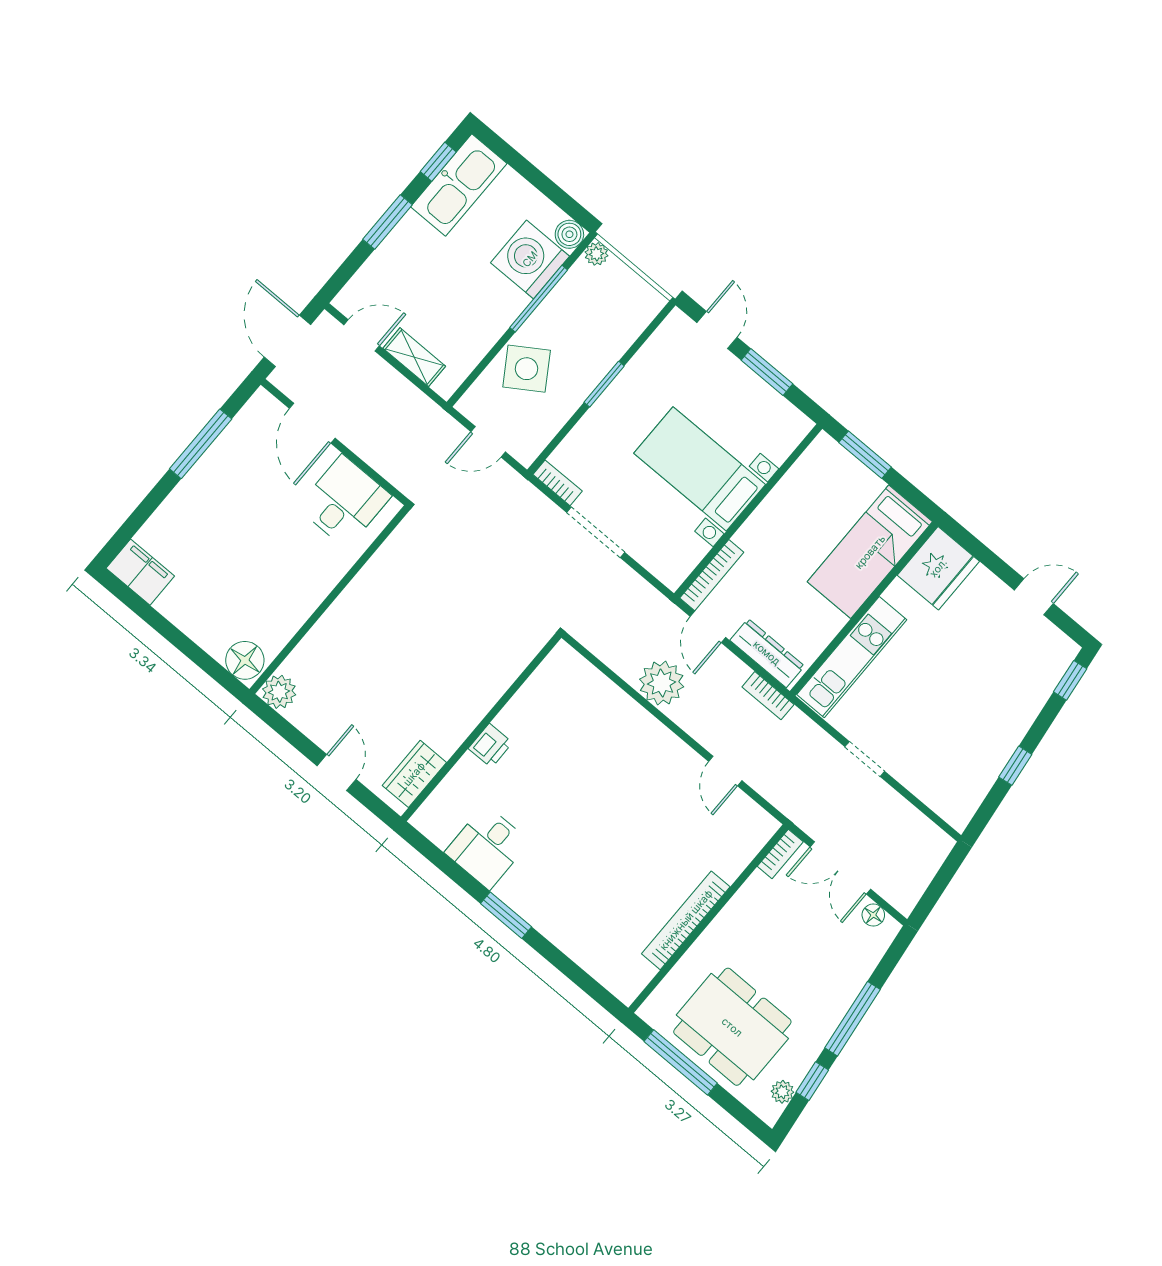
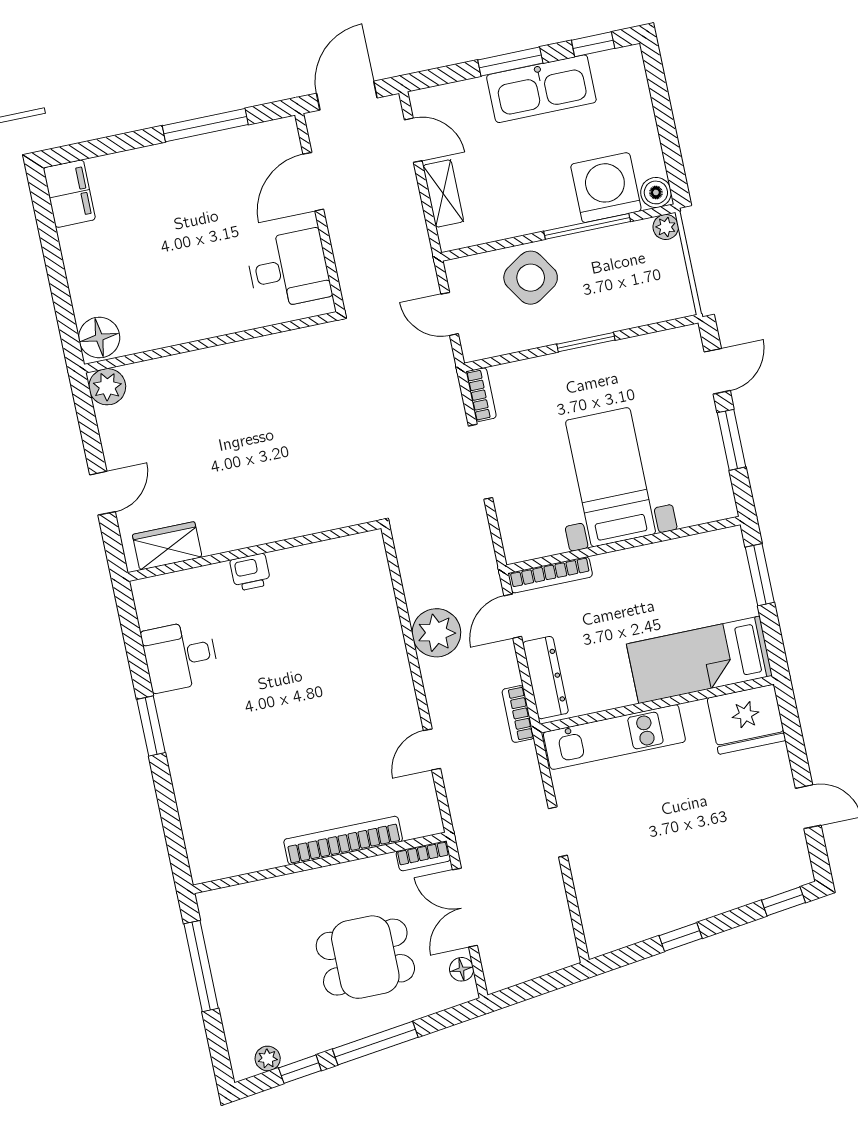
kitchen sink: (459, 185) -> (541, 89), moved
bookcase: (686, 920) -> (343, 840), moved
dining table: (732, 1027) -> (365, 957), moved, width x0.73

